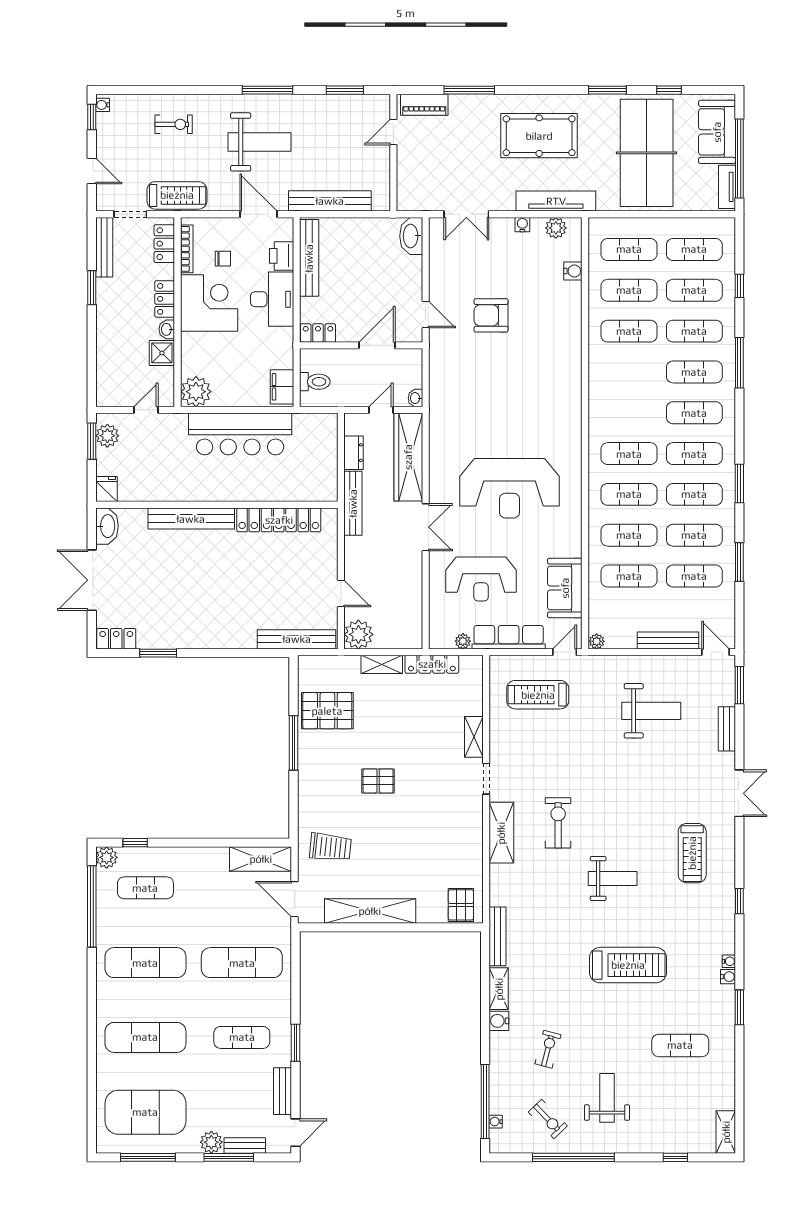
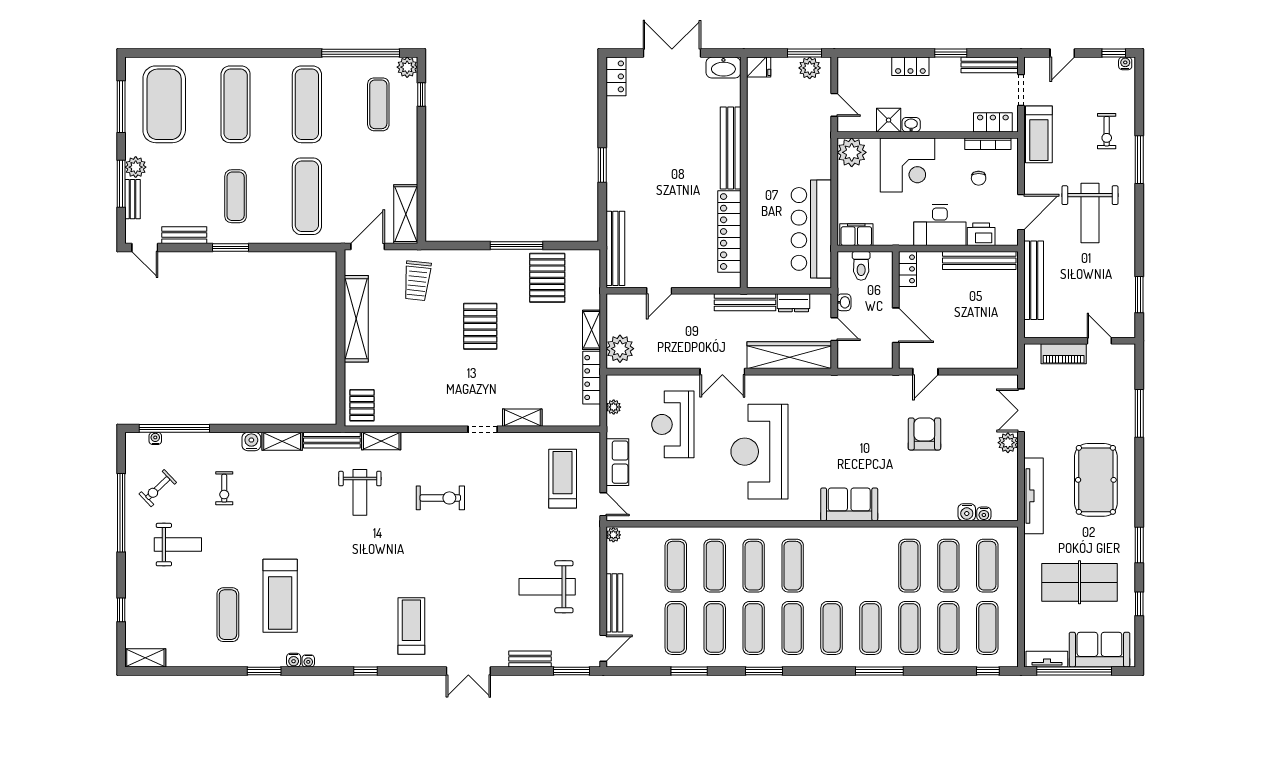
window: (268, 90) -> (1139, 160), moved
piano: (424, 105) -> (1064, 354), moved, turned -90
table tennis table: (647, 153) -> (1080, 582), width x0.73, depth x0.76
water cooler: (522, 225) -> (984, 514), moved, turned 90
plant: (556, 228) -> (1008, 443), moved
washbasin: (411, 236) -> (1000, 358), removed
window: (739, 286) -> (988, 671), moved
locker: (165, 299) -> (910, 66), moved, turned 180
corner desk: (209, 303) -> (908, 165), moved
washbasin: (415, 398) -> (844, 302), moved, turned 90
bar counter: (240, 434) -> (811, 229), moved
sofa: (565, 588) -> (849, 504), moved
plant: (358, 634) -> (620, 349), moved
row of seats: (509, 637) -> (617, 462), width x0.68
window: (158, 653) -> (602, 165), moved
weight bench: (651, 711) -> (547, 587), turned 90
pallet: (378, 781) -> (480, 326), width x1.50, depth x1.42
shelving: (501, 833) -> (381, 441), moved, width x0.67, depth x0.75
treadmill: (692, 853) -> (411, 626), turned 90
weight bench: (613, 879) -> (360, 492), moved
pallet: (461, 905) -> (362, 405), turned 90
treadmill: (628, 965) -> (280, 596), moved
exercise bike: (548, 1049) -> (224, 488), turned 75

